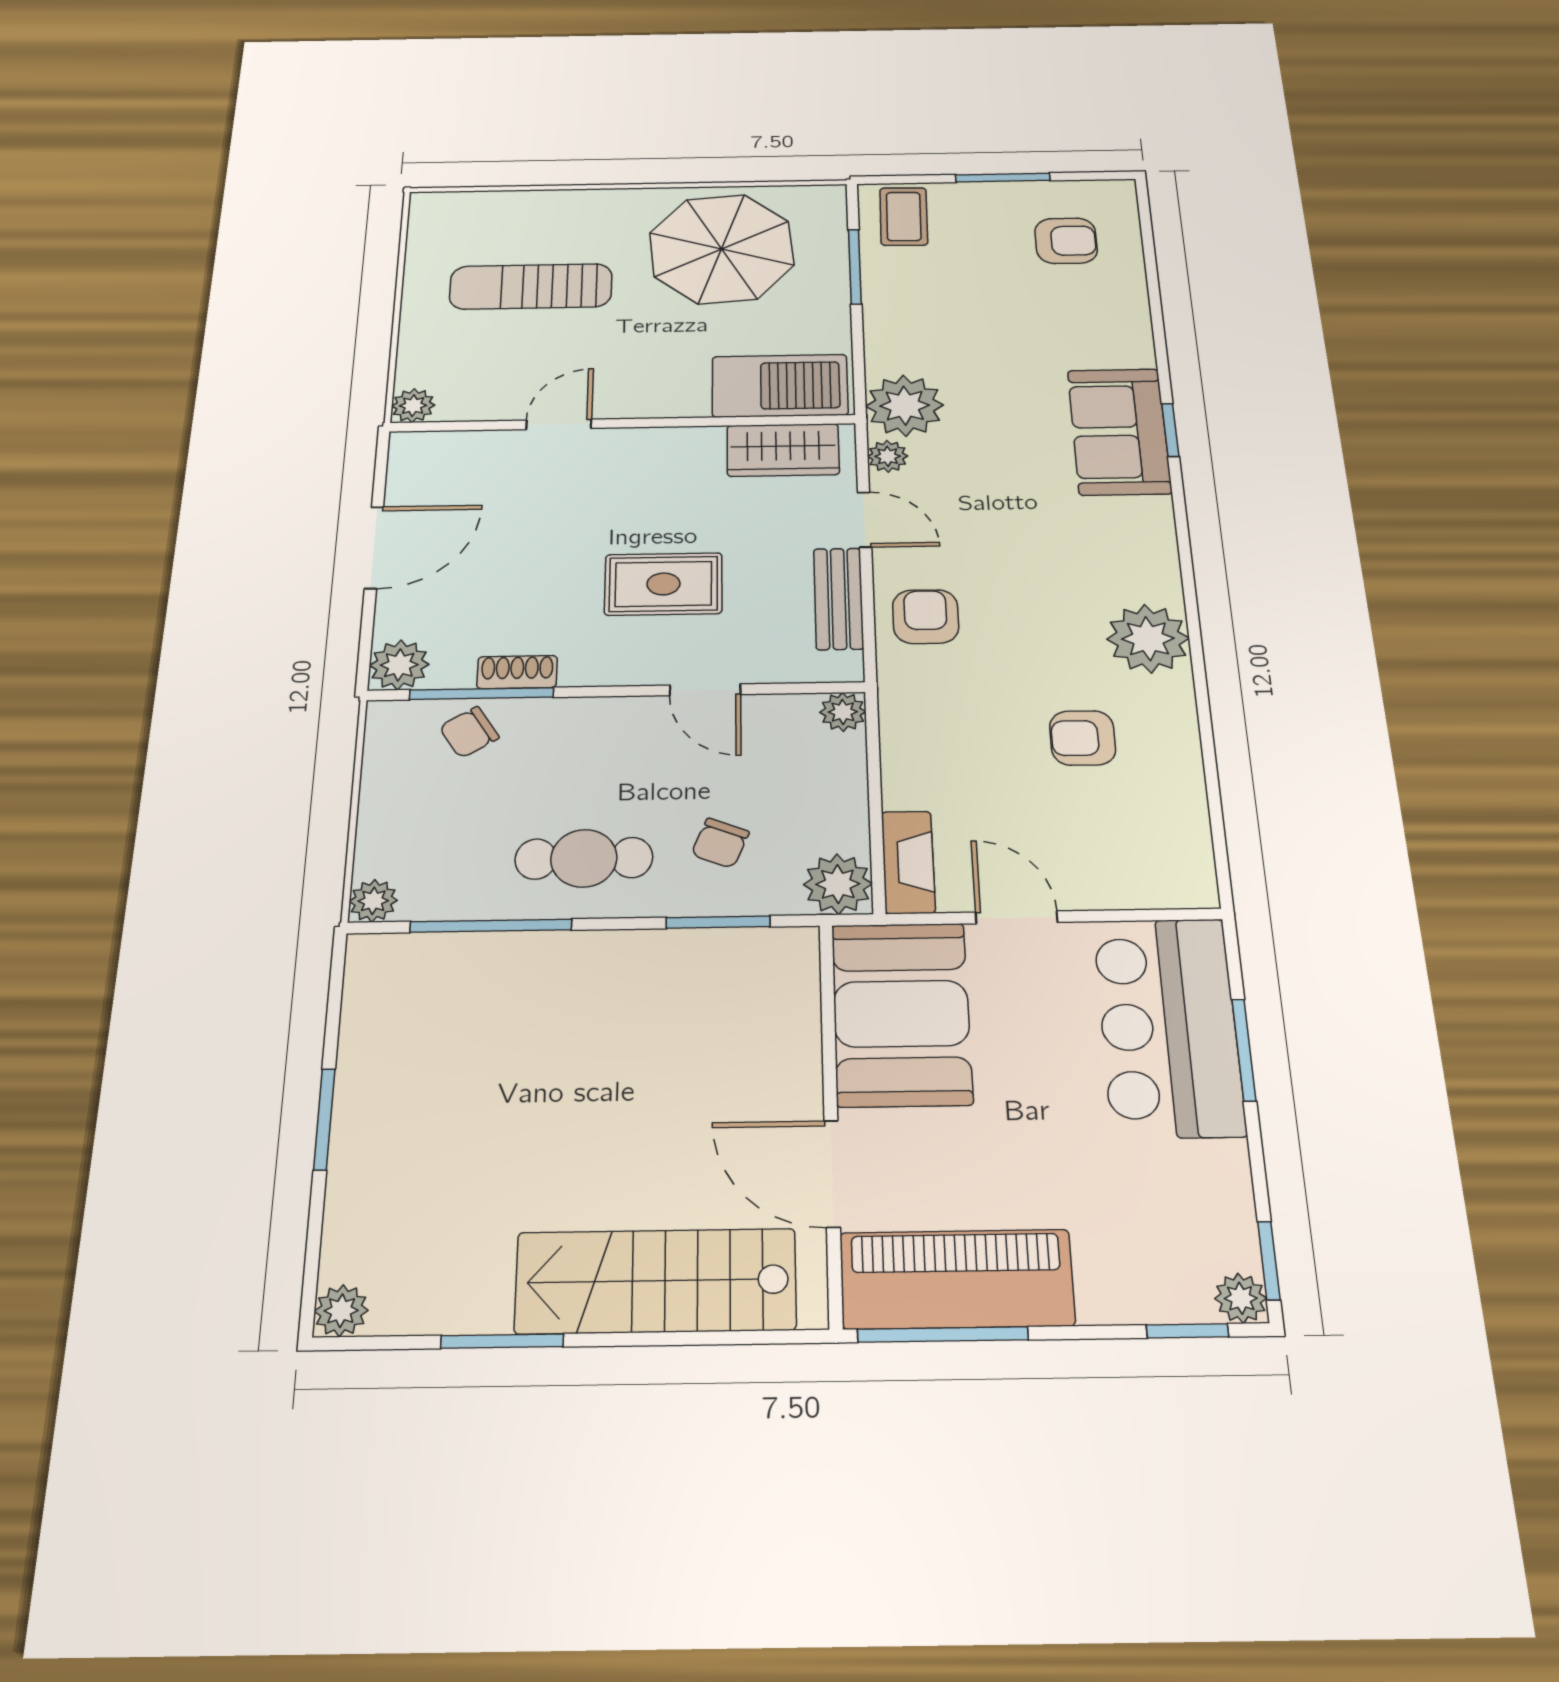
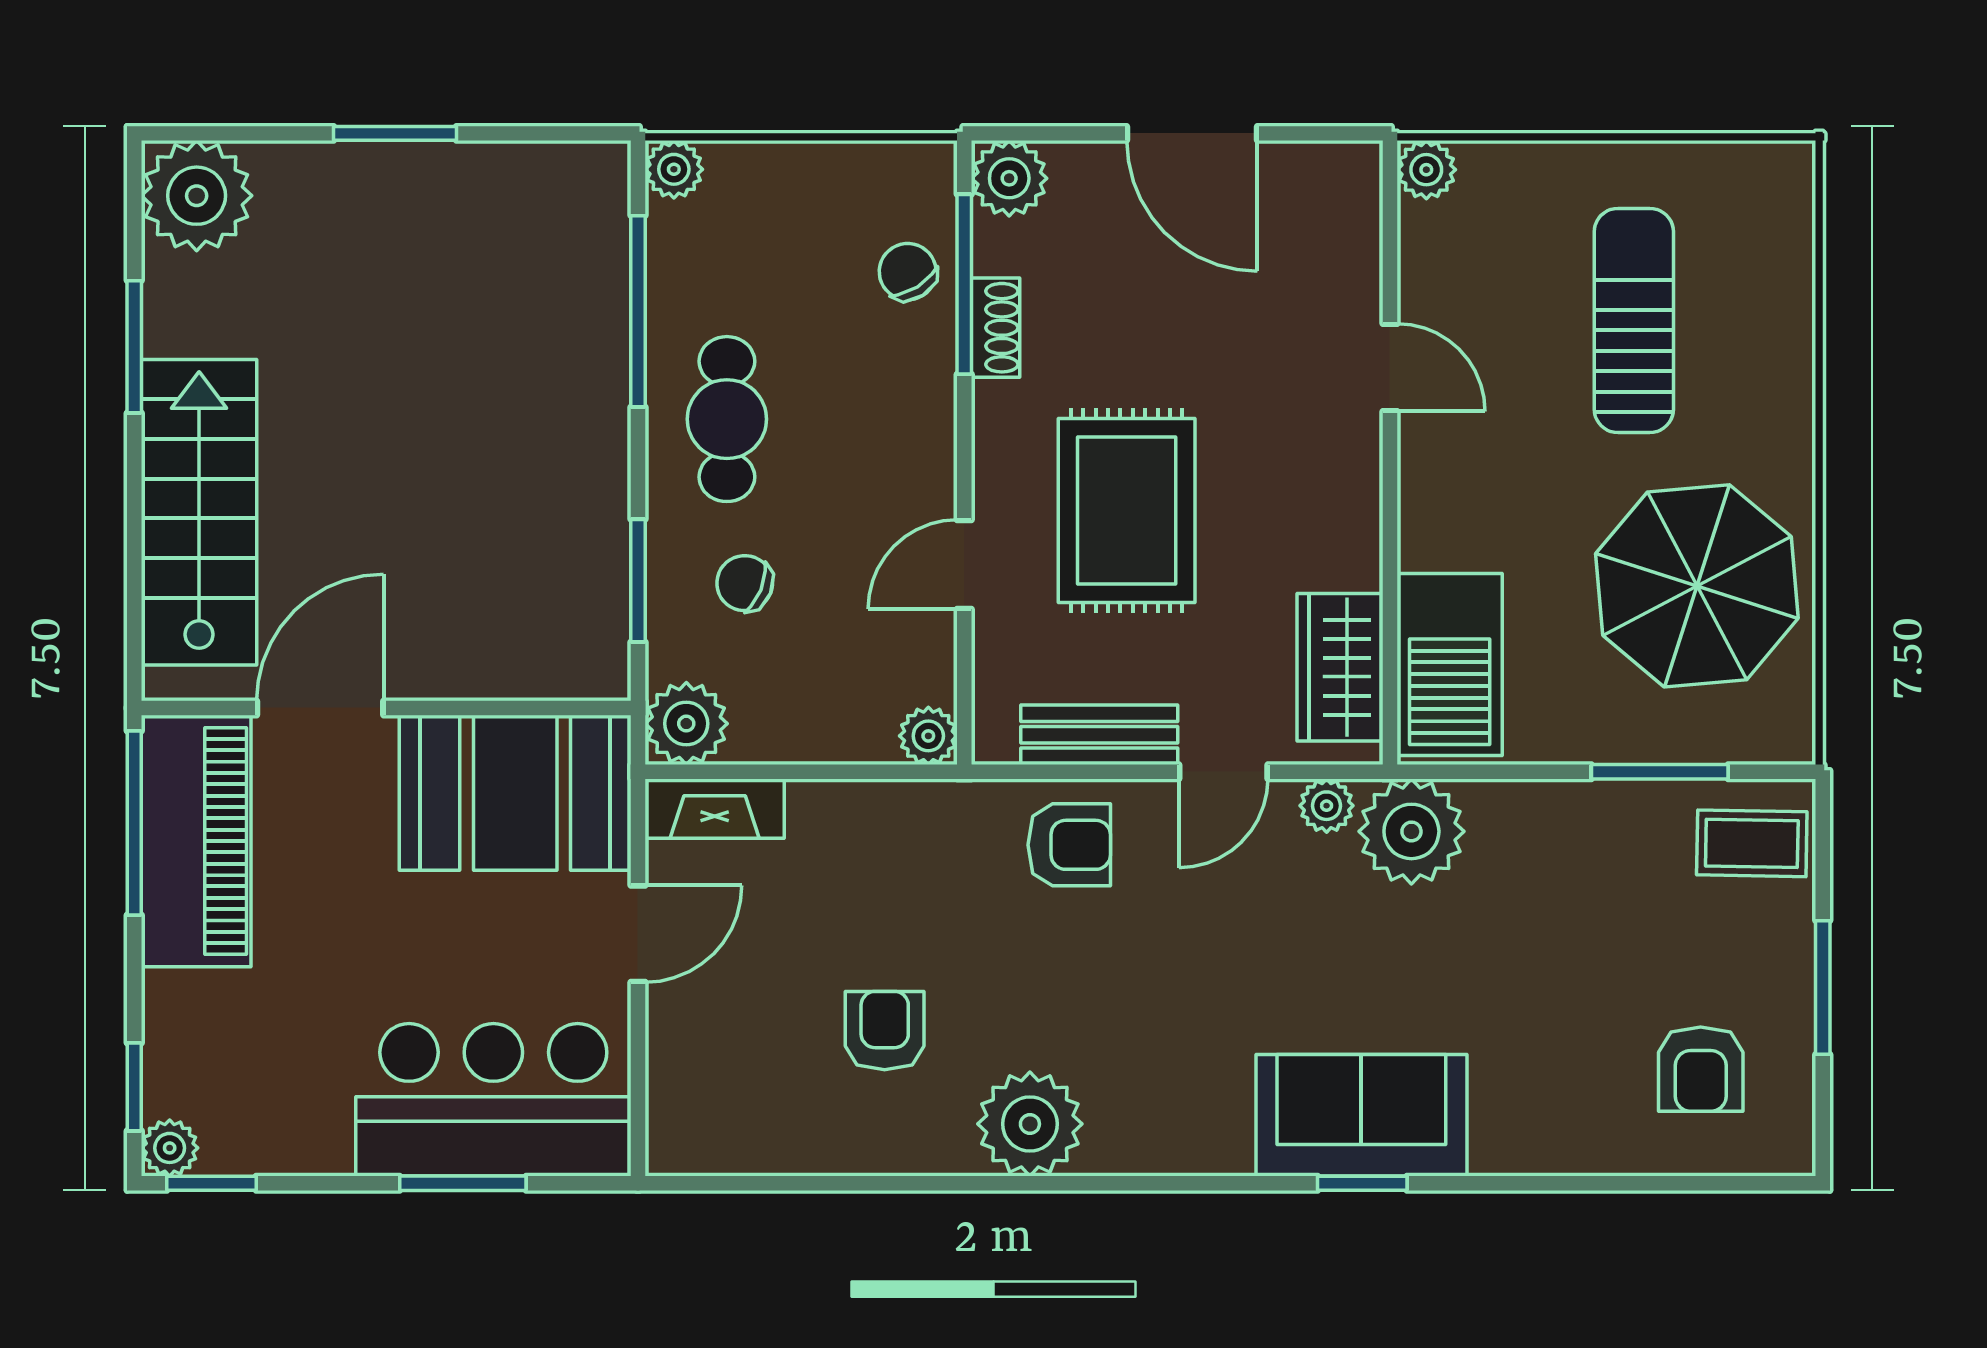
rug: (663, 584) -> (1127, 511), width x1.36, depth x1.43
plant: (341, 1311) -> (197, 196), width x1.88, depth x1.88

